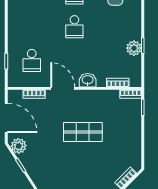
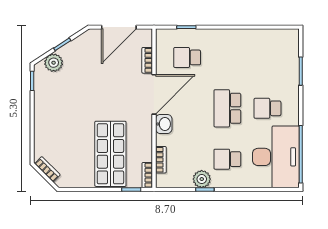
school desk: (74, 27) -> (227, 108), width x1.85
school desk: (117, 27) -> (227, 159), added
door: (63, 88) -> (154, 94), width x1.36
shop shelf: (83, 132) -> (110, 154), moved, width x1.43, depth x1.36
plant: (19, 146) -> (54, 63), moved

